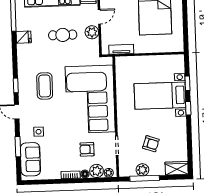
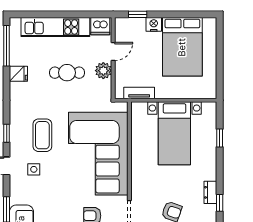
bed with nightstands: (160, 96) -> (174, 133), moved, turned -90
window: (188, 108) -> (220, 203), moved
dresser: (181, 127) -> (210, 192), added
side table: (39, 132) -> (34, 169), moved

